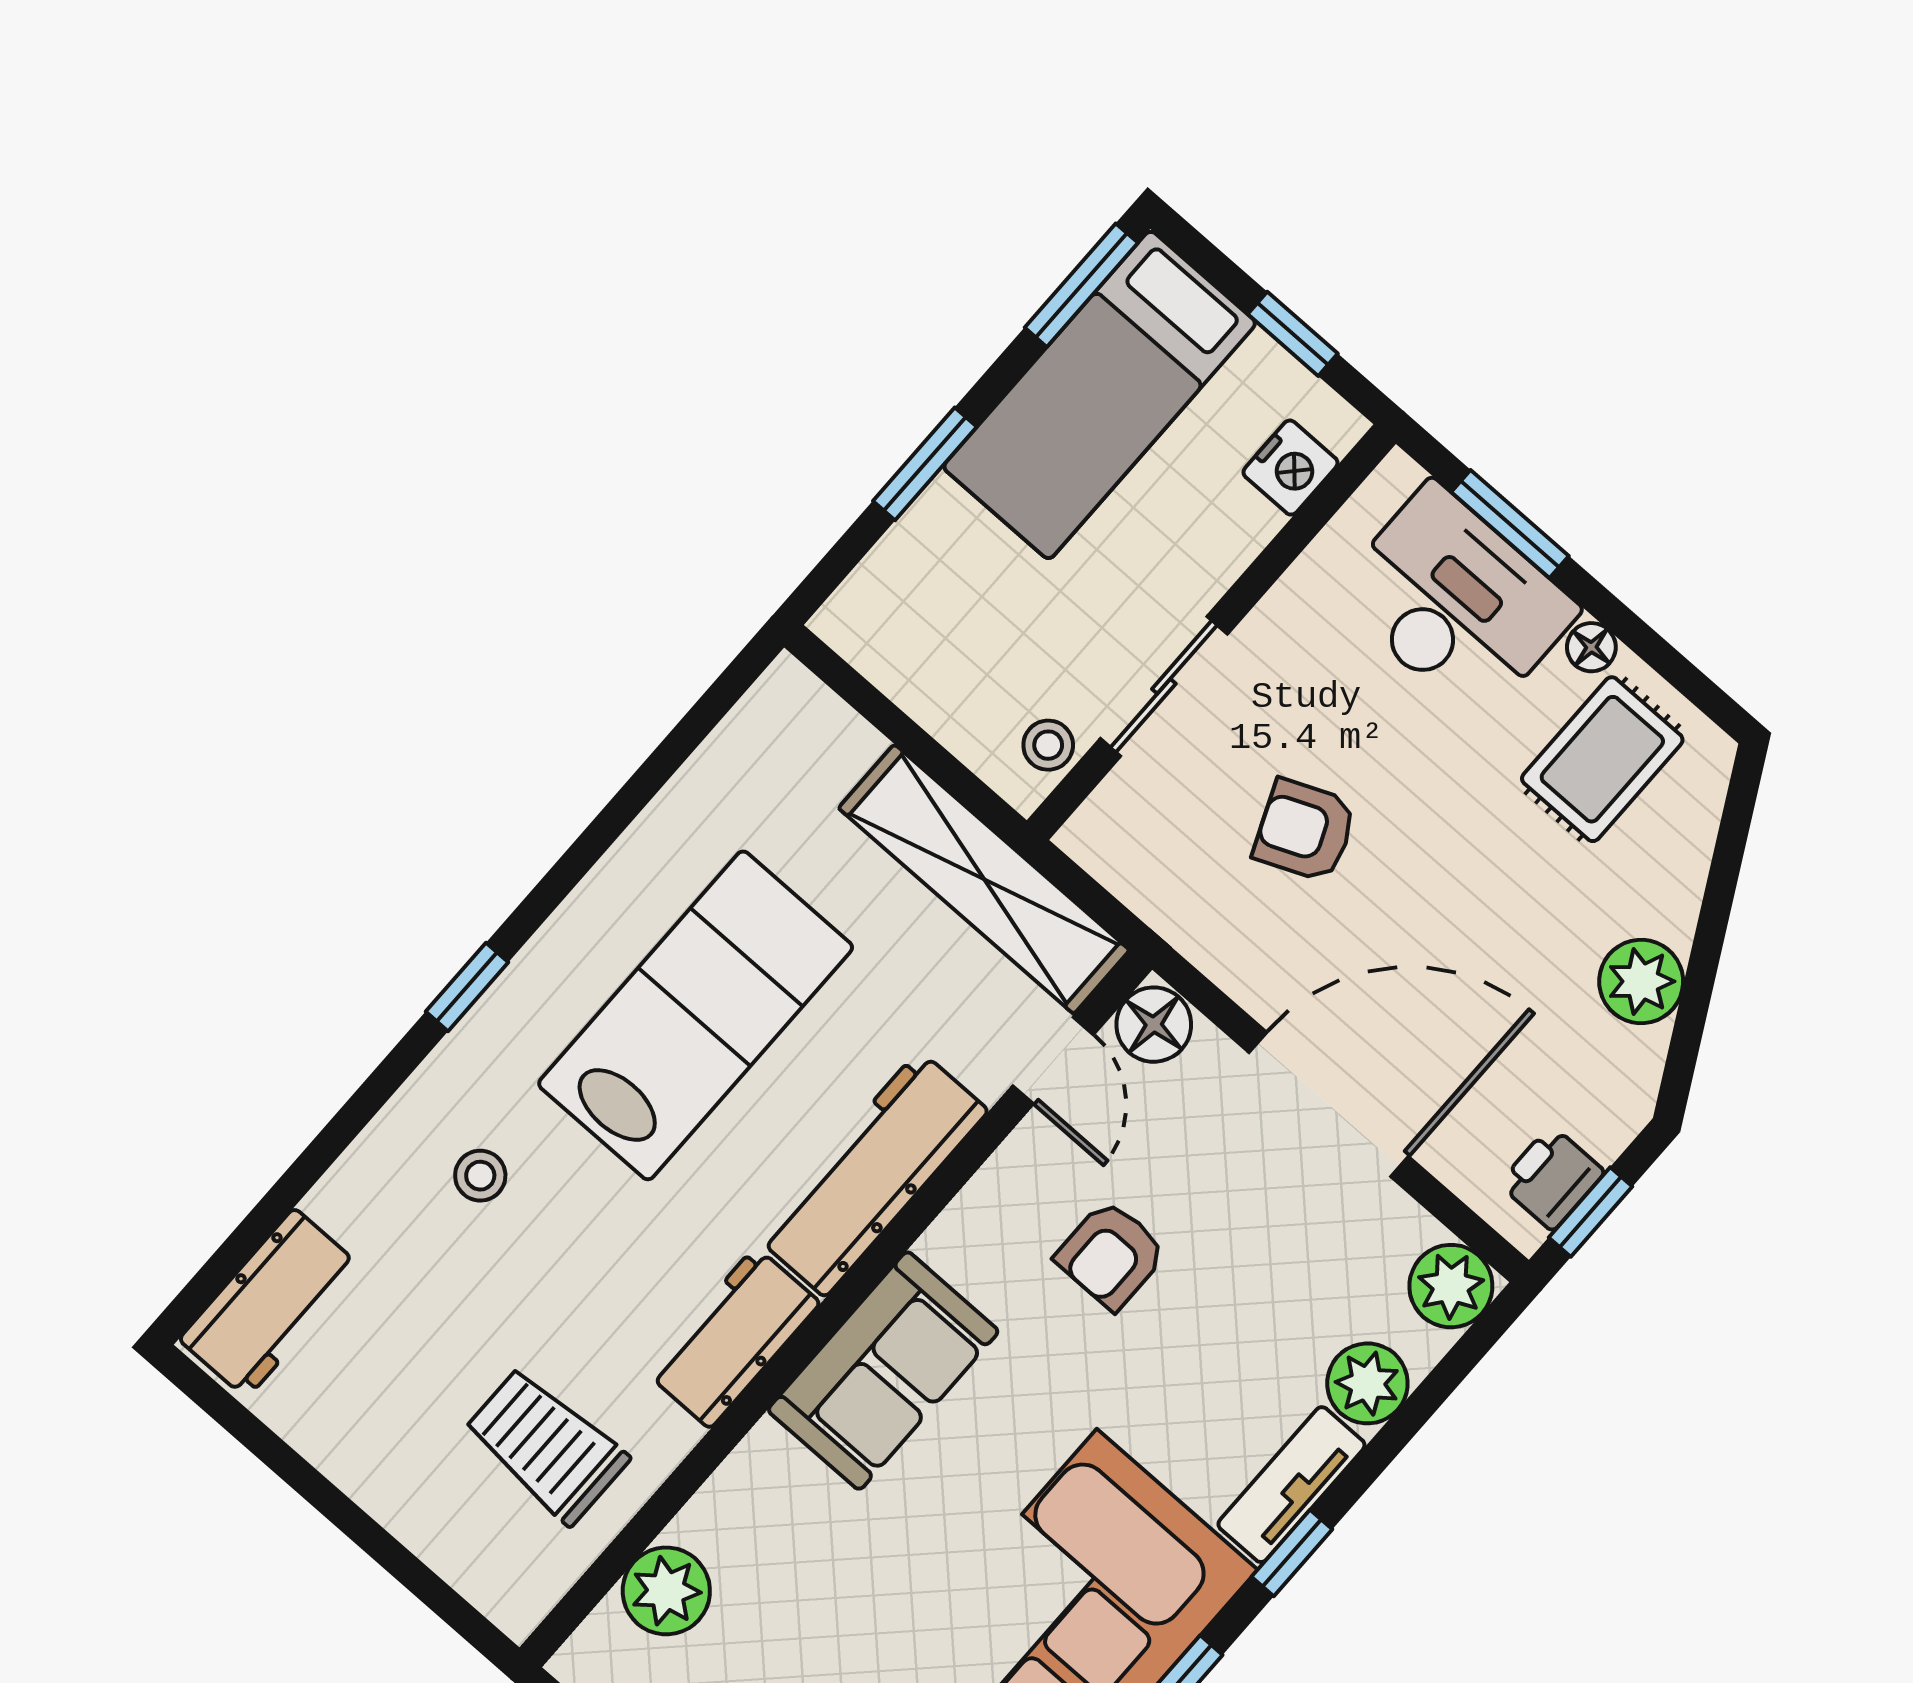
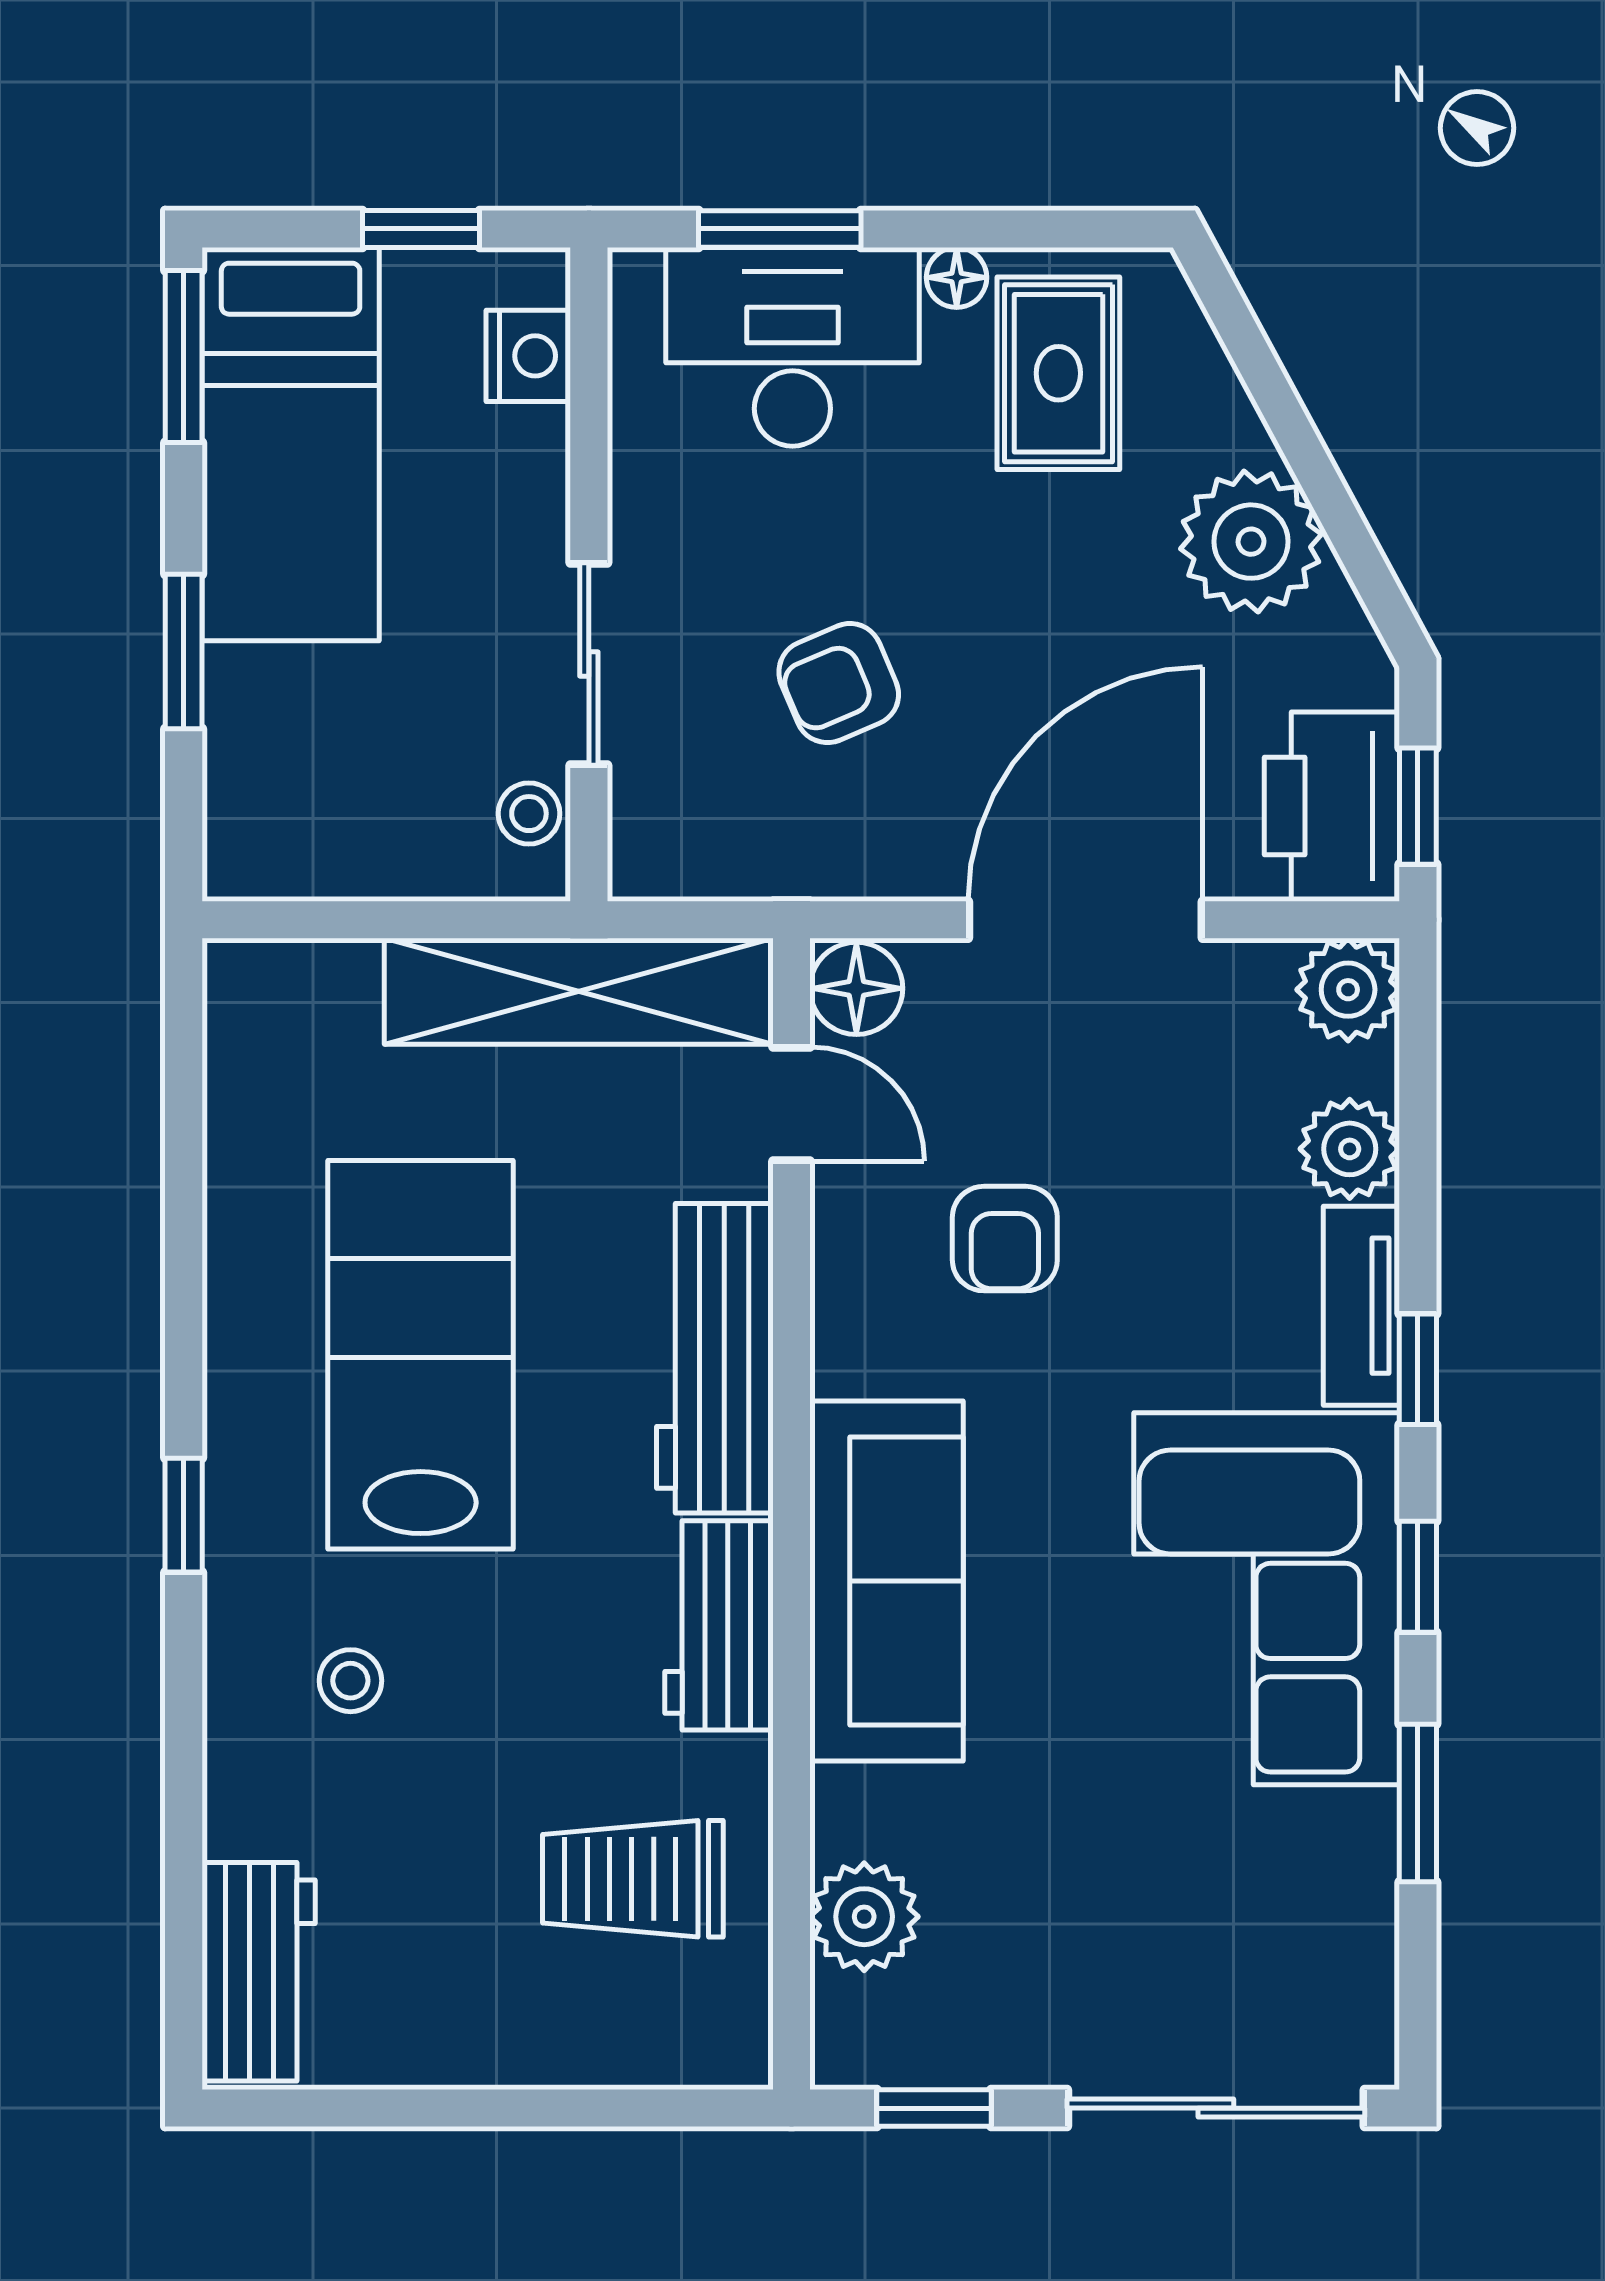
plant: (1641, 981) -> (1251, 542), width x1.36, depth x1.36
printer: (1552, 1178) -> (1332, 806), width x1.87, depth x1.48
sofa: (883, 1371) -> (887, 1581), width x1.36

